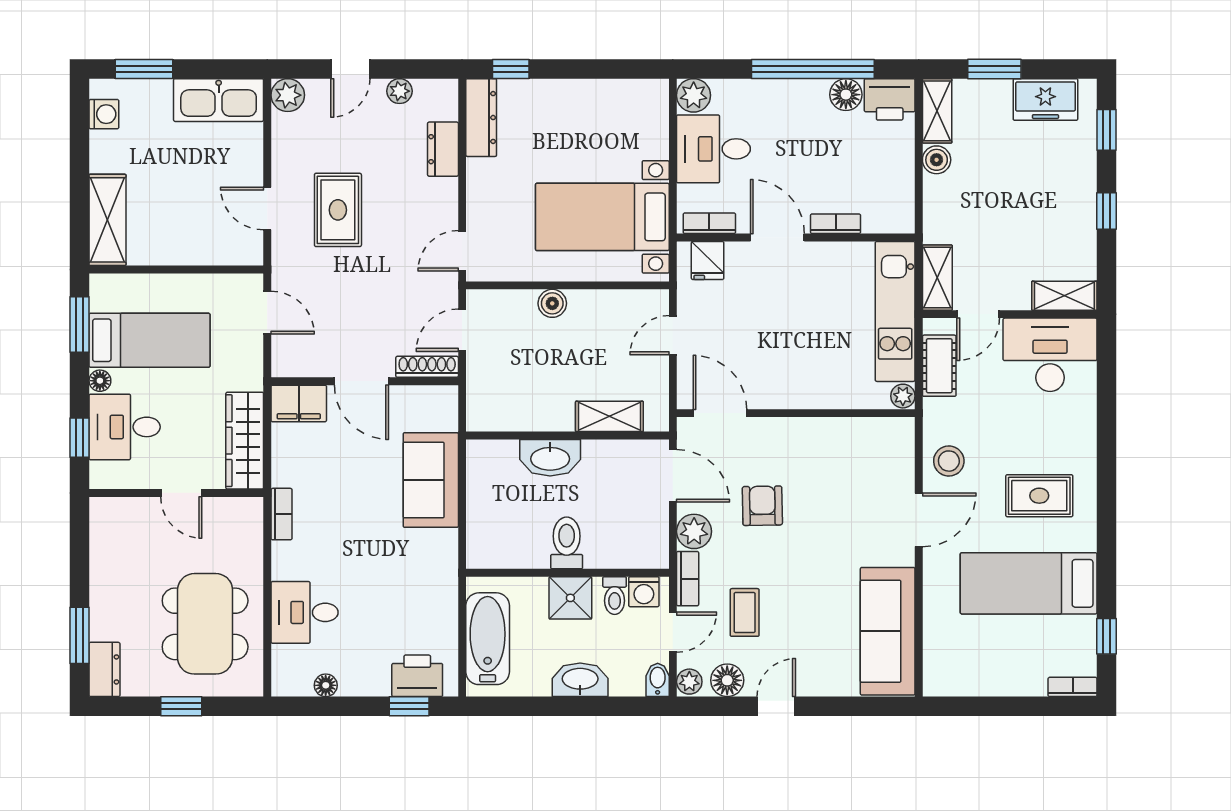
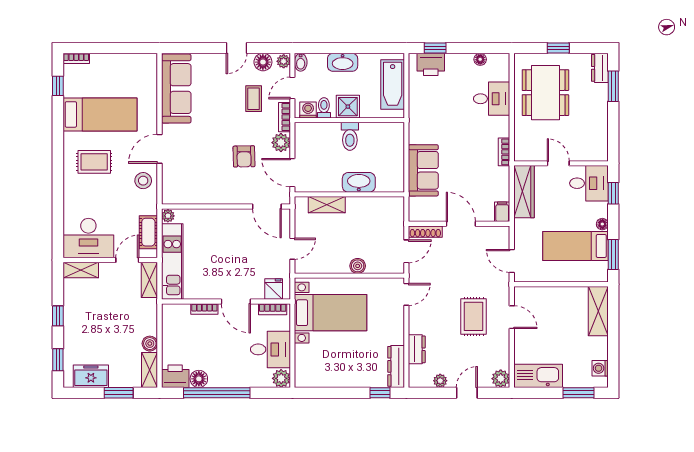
filing cabinet: (299, 403) -> (502, 212), width x0.50
desk: (125, 427) -> (589, 183), moved

